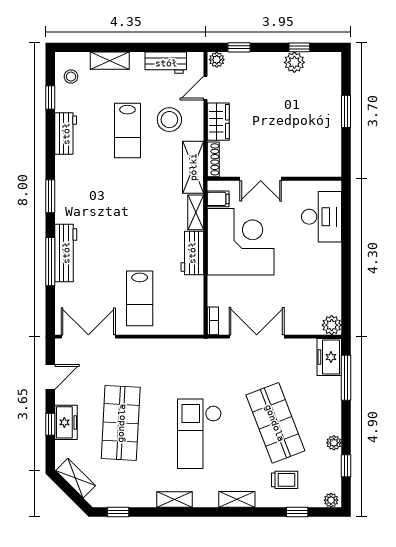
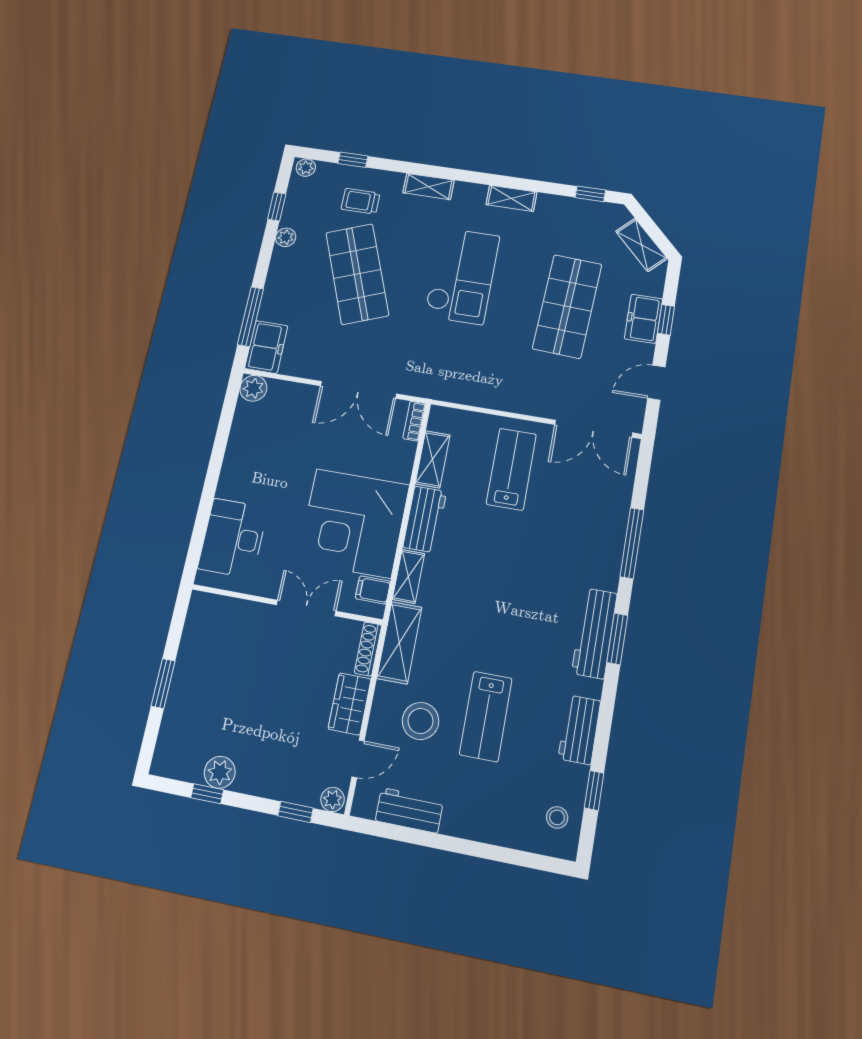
shelving: (110, 61) -> (433, 459), moved, turned 90
lab bench: (127, 130) -> (486, 716), turned 180
workbench: (66, 253) -> (594, 633), moved

